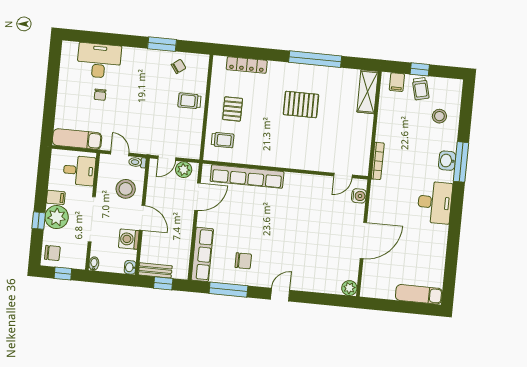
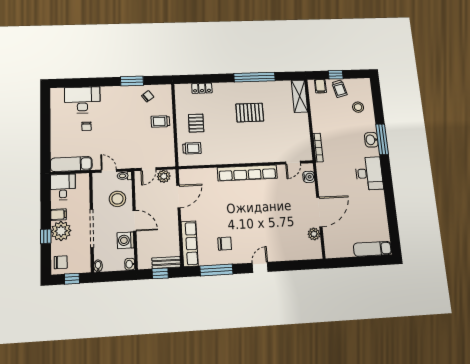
locker: (247, 65) -> (202, 88), width x0.66
desk: (79, 171) -> (63, 187), moved, turned -90
row of seats: (247, 176) -> (247, 173), moved
bench: (155, 270) -> (166, 262), moved
plant: (349, 288) -> (314, 234), moved

